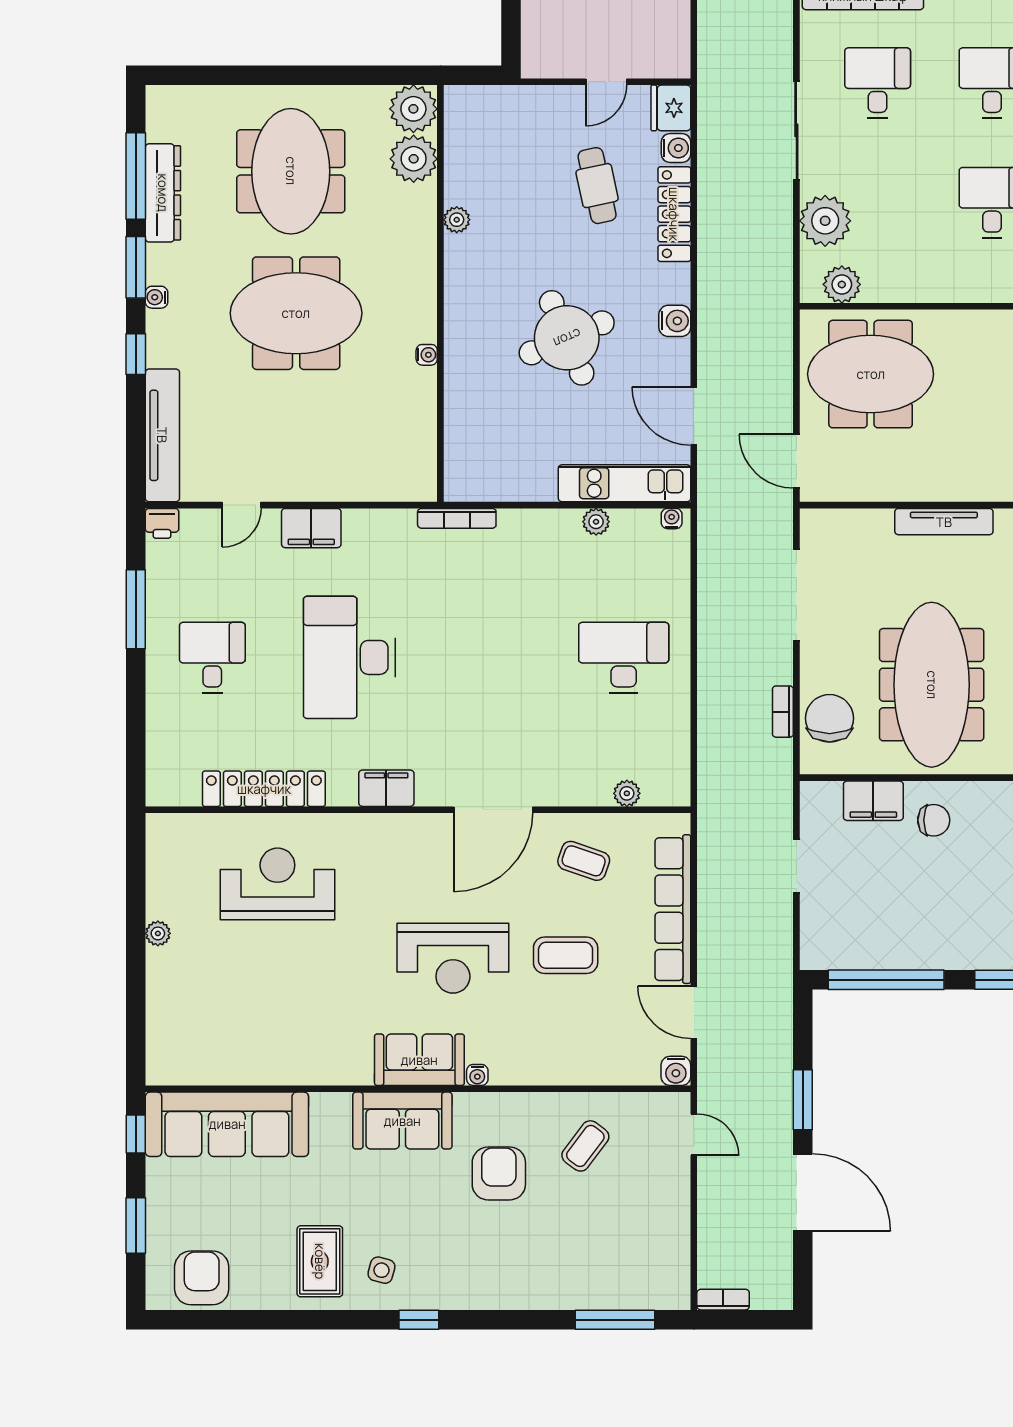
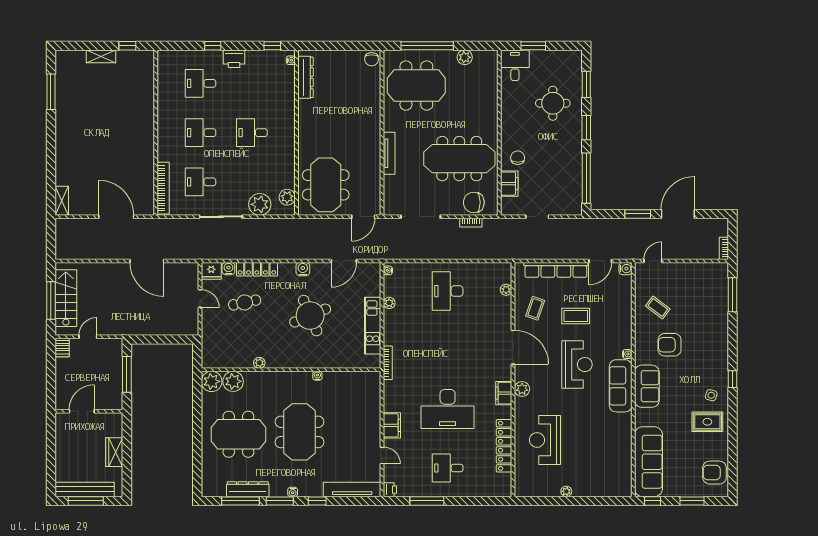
kitchen unit: (625, 483) -> (373, 326), moved
plant: (396, 830) -> (522, 389), added
coffee table: (566, 955) -> (576, 316), turned 90
sofa: (419, 1060) -> (621, 386), width x1.36

